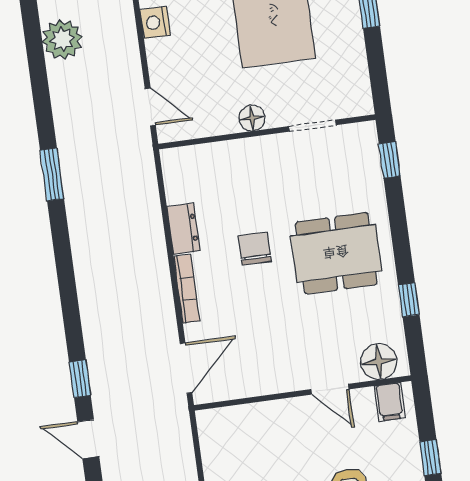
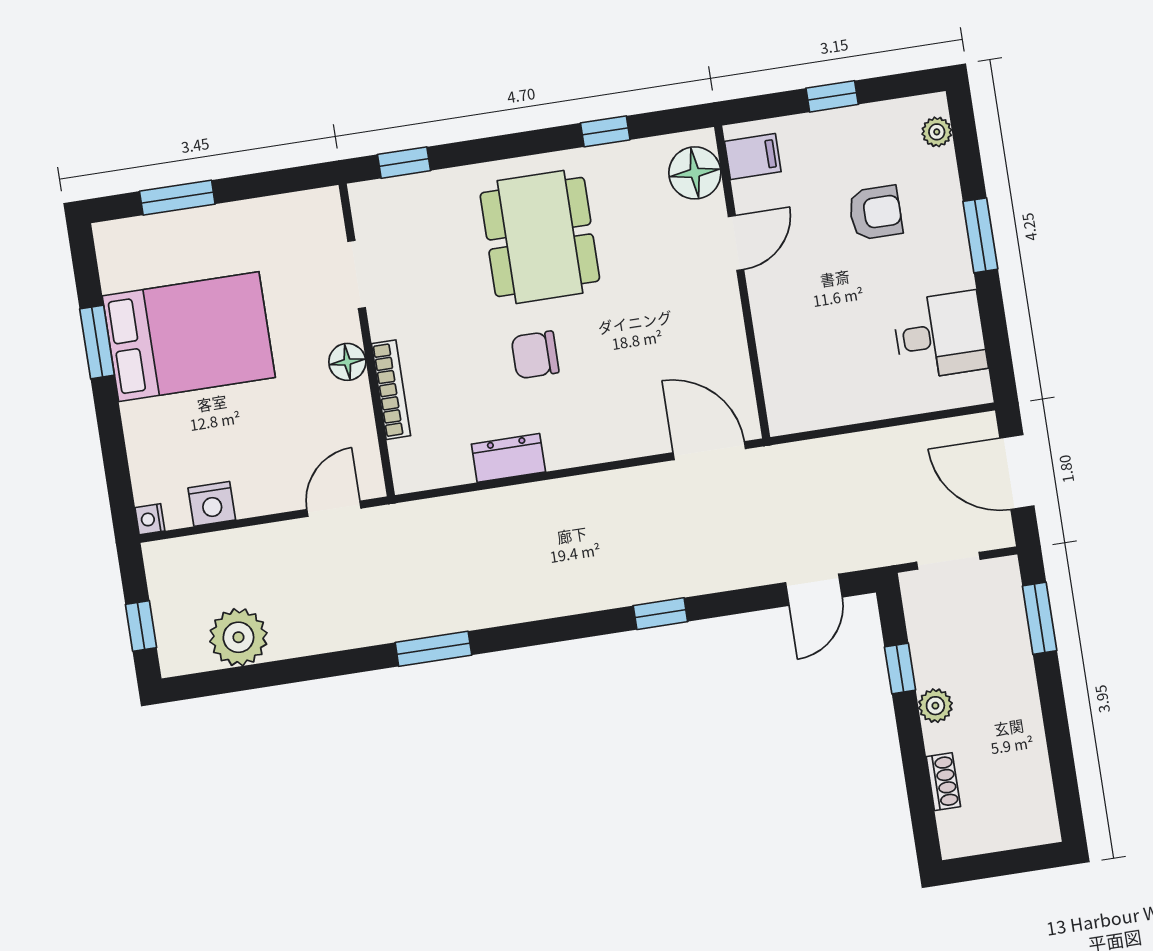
bookcase: (187, 289) -> (391, 390), moved, turned 90
window: (80, 379) -> (660, 614), moved

